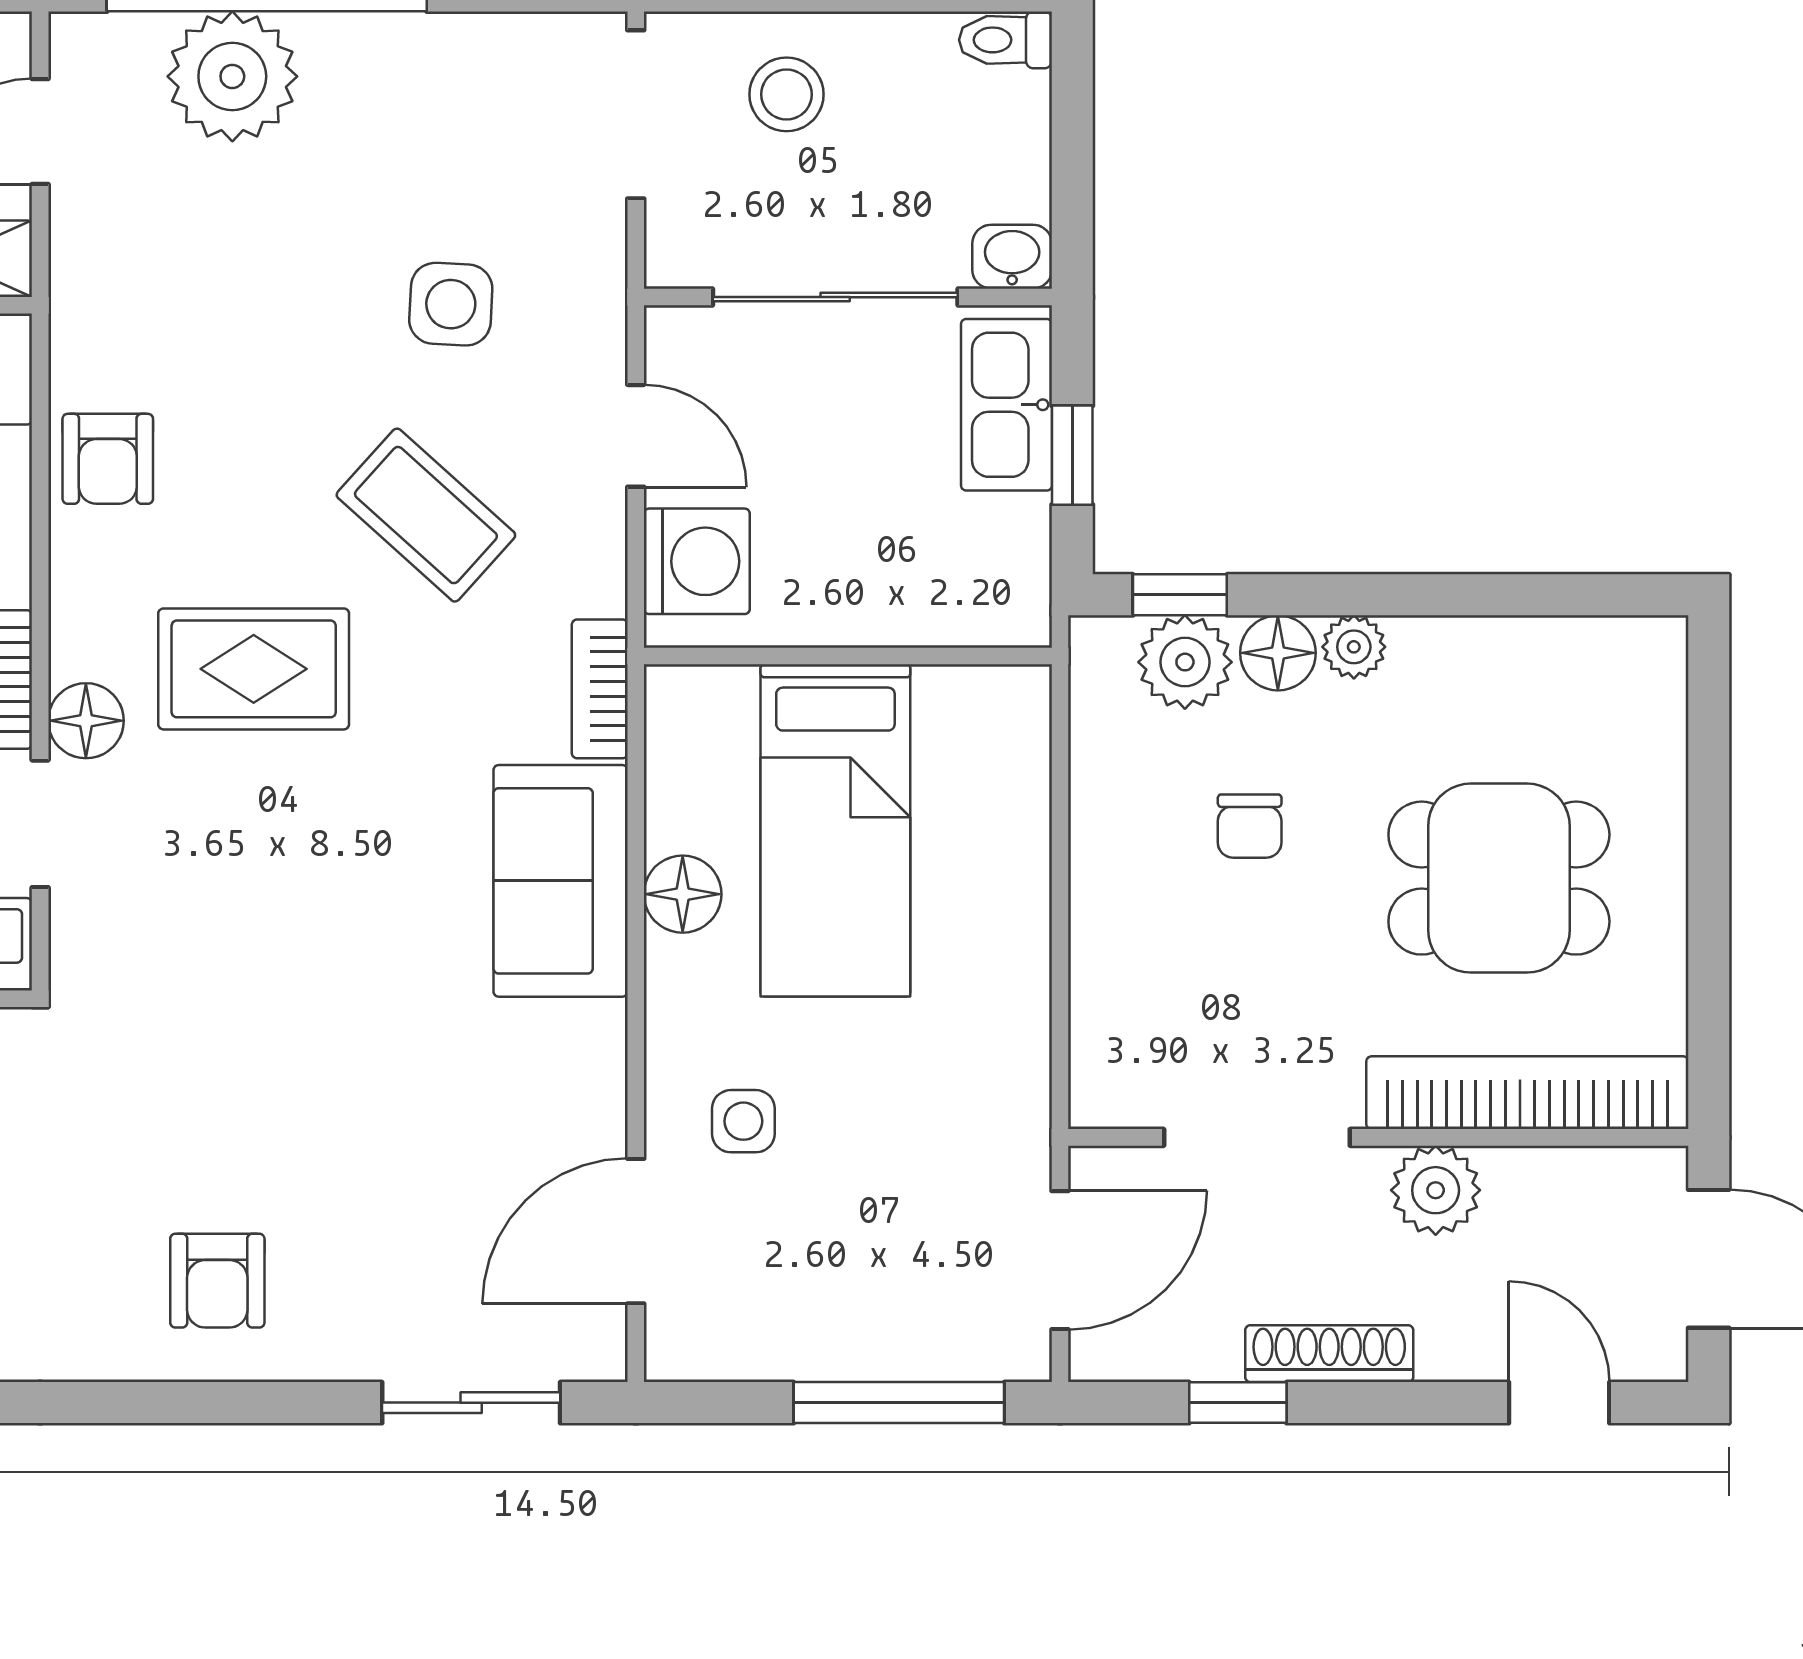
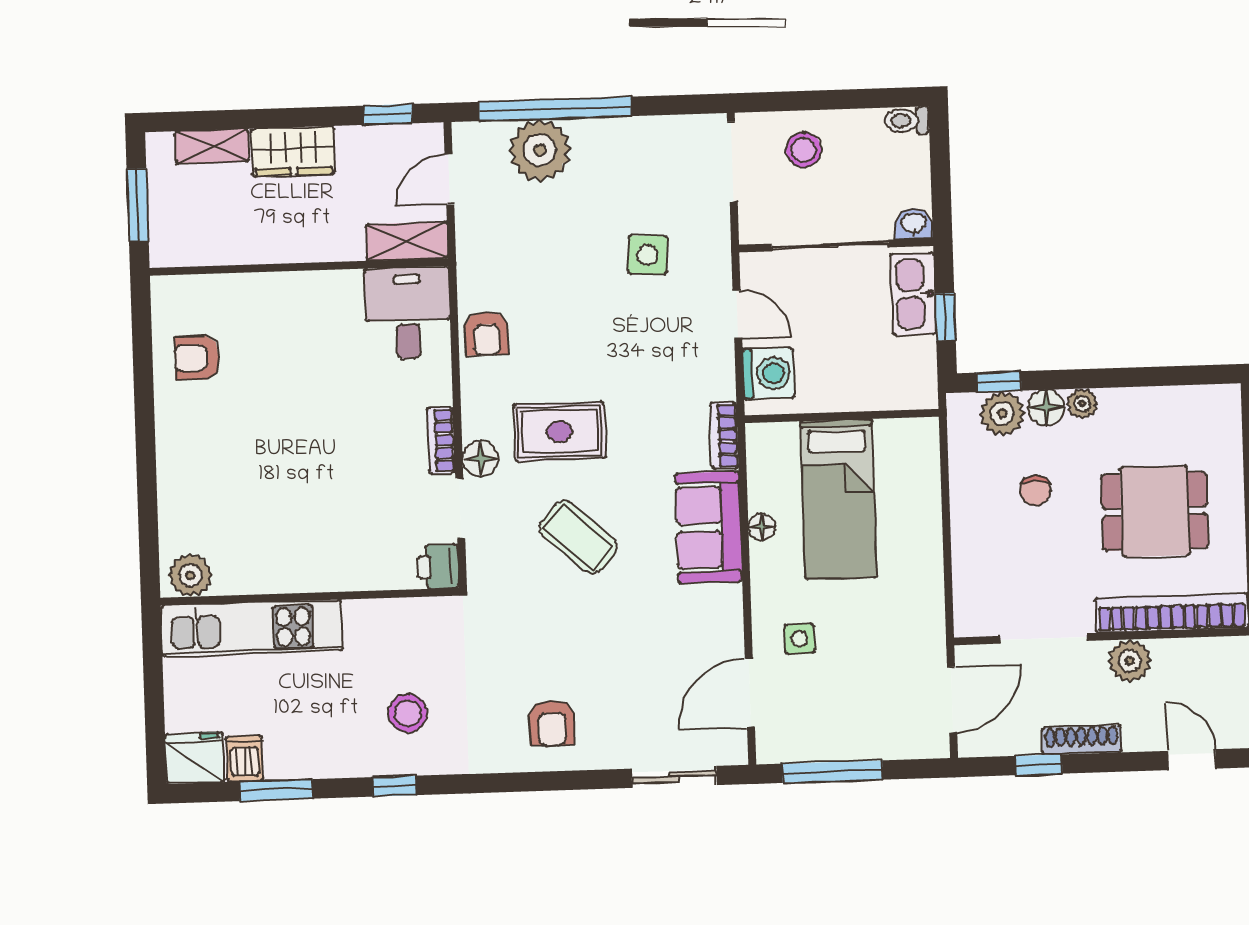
coffee table: (426, 515) -> (578, 537), moved
floor lamp: (683, 894) -> (762, 527), width x0.73, depth x0.73
window: (899, 1403) -> (832, 772), moved

